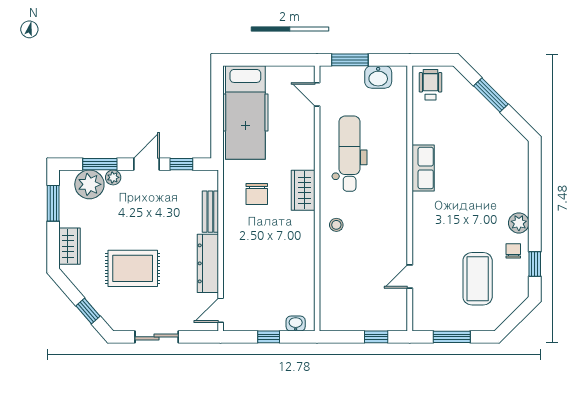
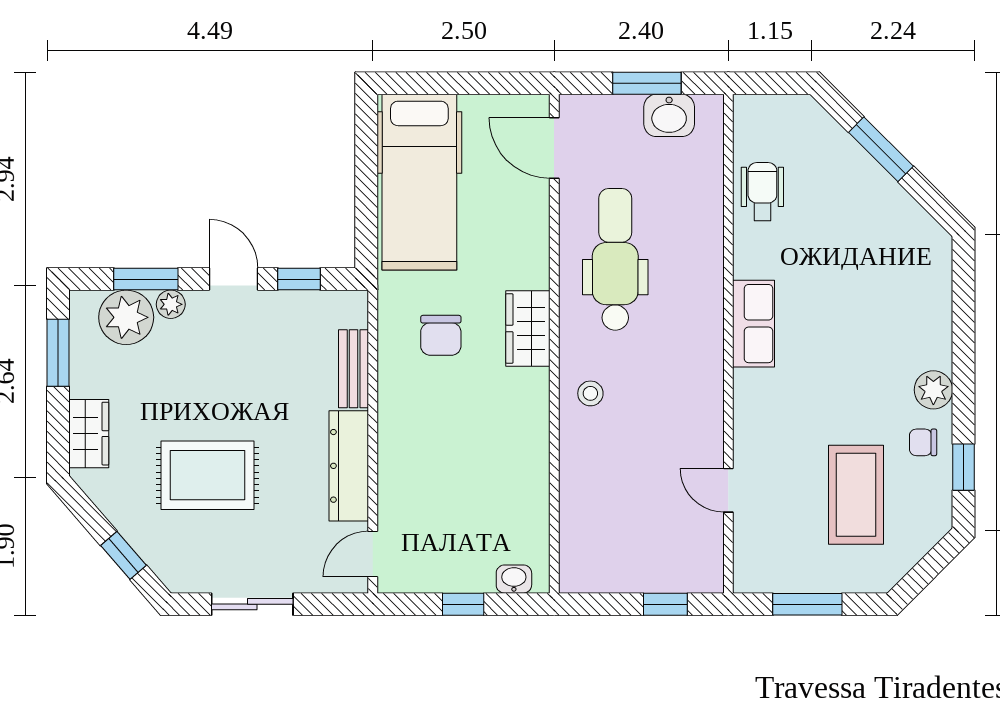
window: (350, 60) -> (647, 83), moved
wheelchair: (430, 85) -> (762, 192), moved
door: (317, 94) -> (554, 148), width x1.38
door: (147, 164) -> (234, 279), hinge flipped
row of seats: (423, 168) -> (754, 324), moved
chair: (513, 251) -> (923, 442), turned -90
door: (410, 276) -> (728, 490), hinge flipped

